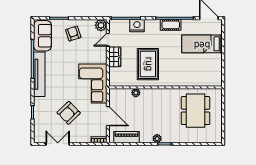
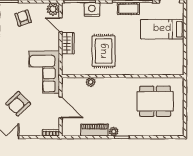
door: (108, 40) -> (61, 25), hinge flipped
dining table: (195, 111) -> (155, 101), turned 90
piano: (127, 137) -> (94, 130), moved

